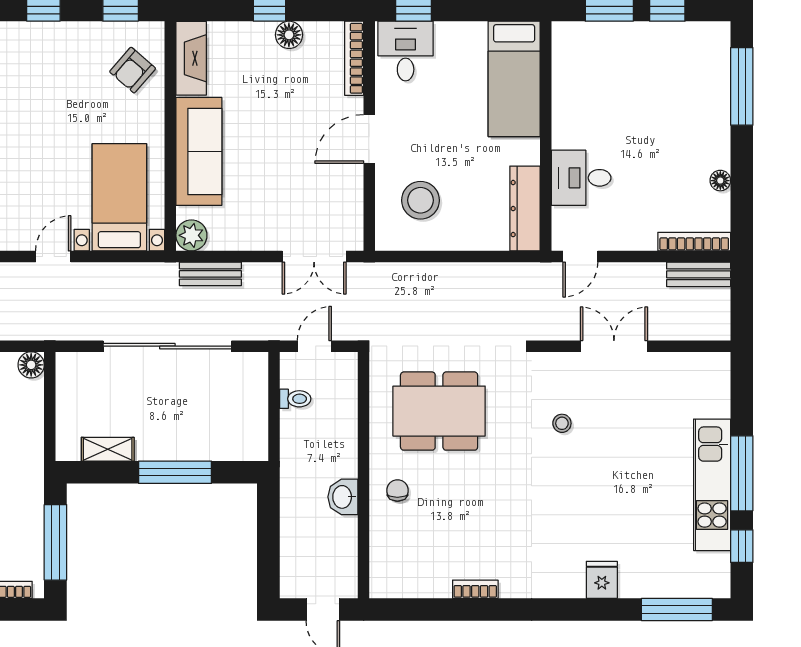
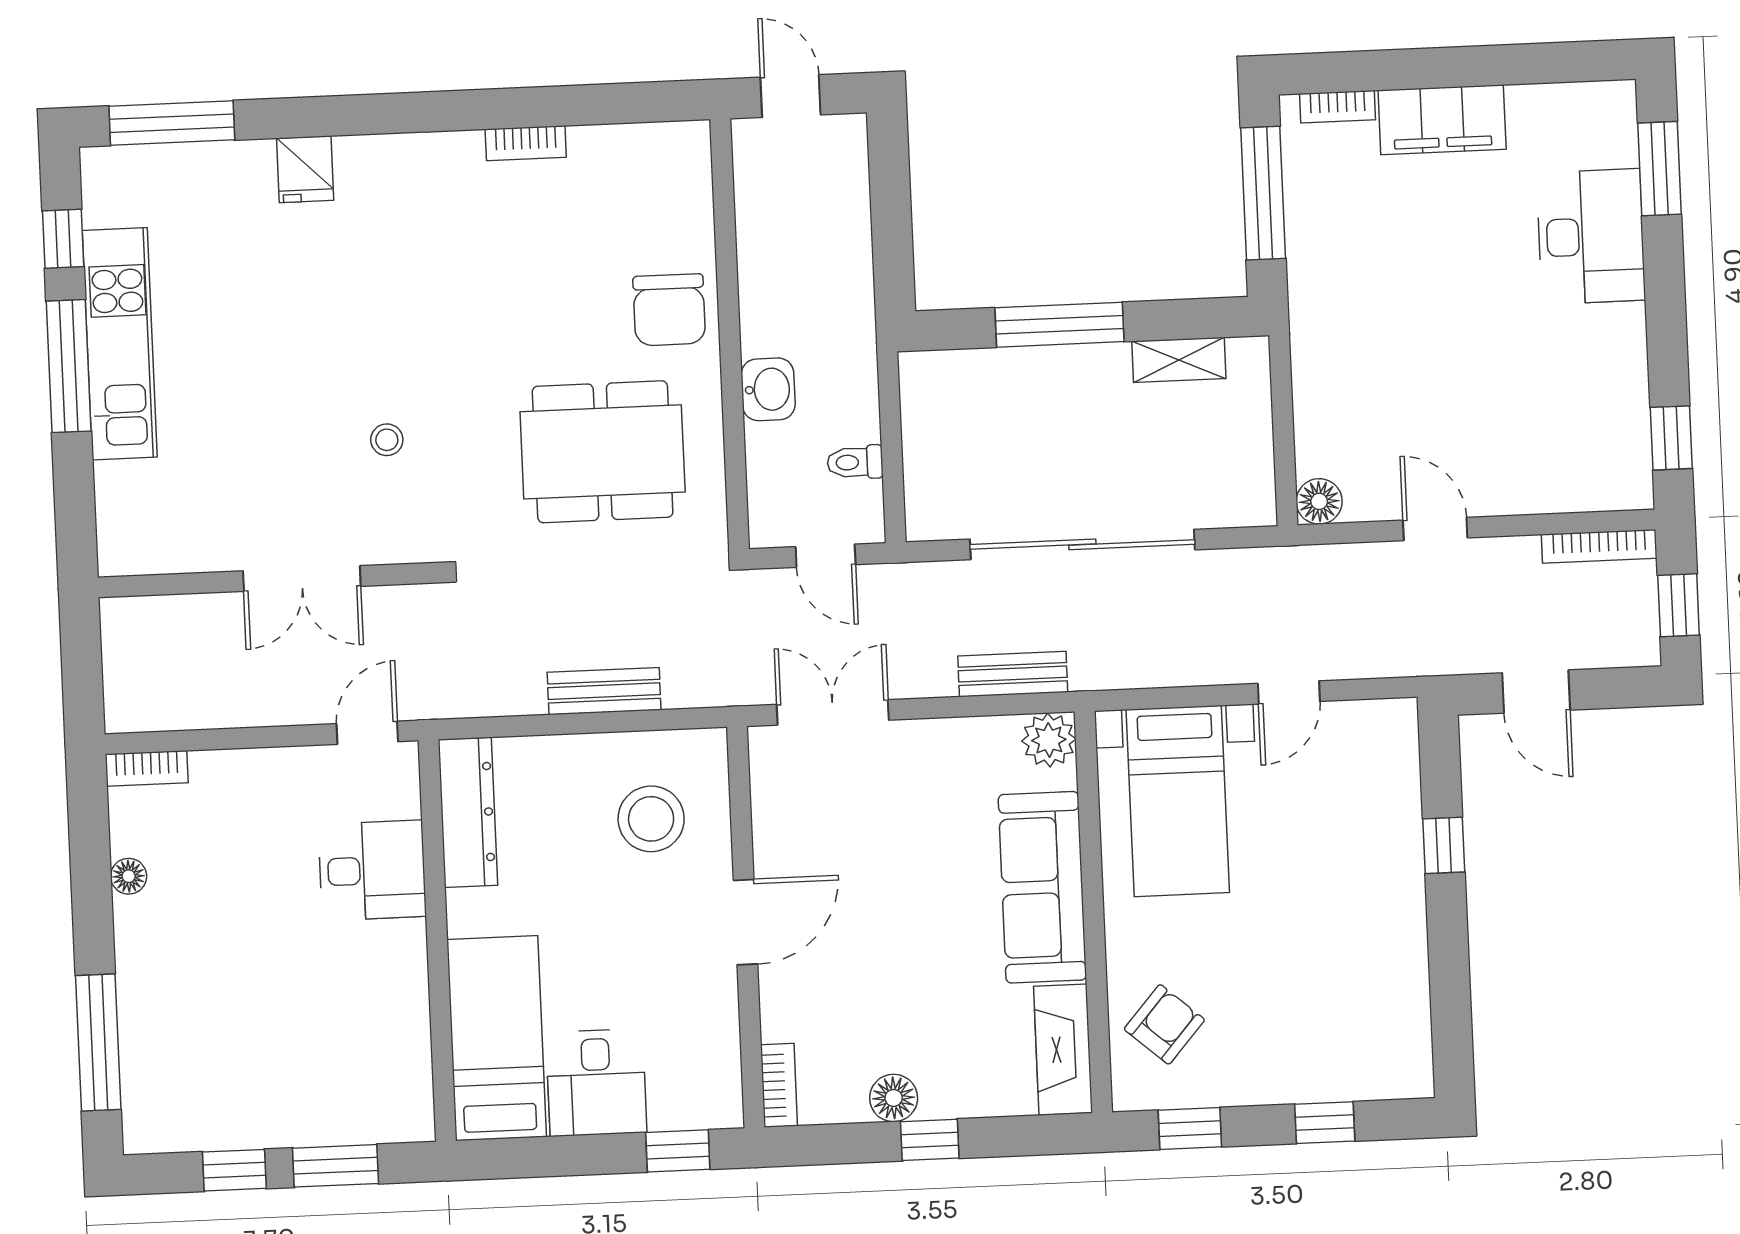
desk: (406, 51) -> (596, 1083), moved
bookcase: (354, 58) -> (779, 1085), width x0.64
bookcase: (694, 242) -> (147, 768), width x0.64
bench: (699, 274) -> (604, 691), moved
door: (314, 346) -> (826, 556), hinge flipped
chair: (397, 490) -> (669, 310), width x1.87, depth x1.87
washbasin: (343, 497) -> (768, 389), moved

